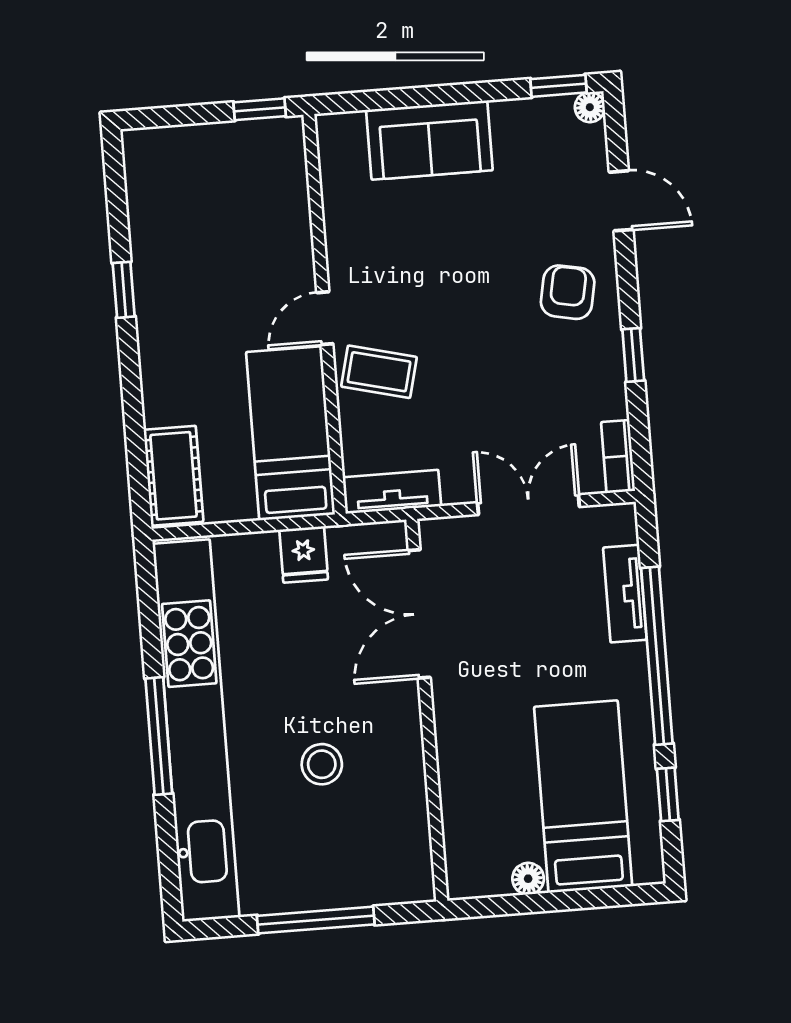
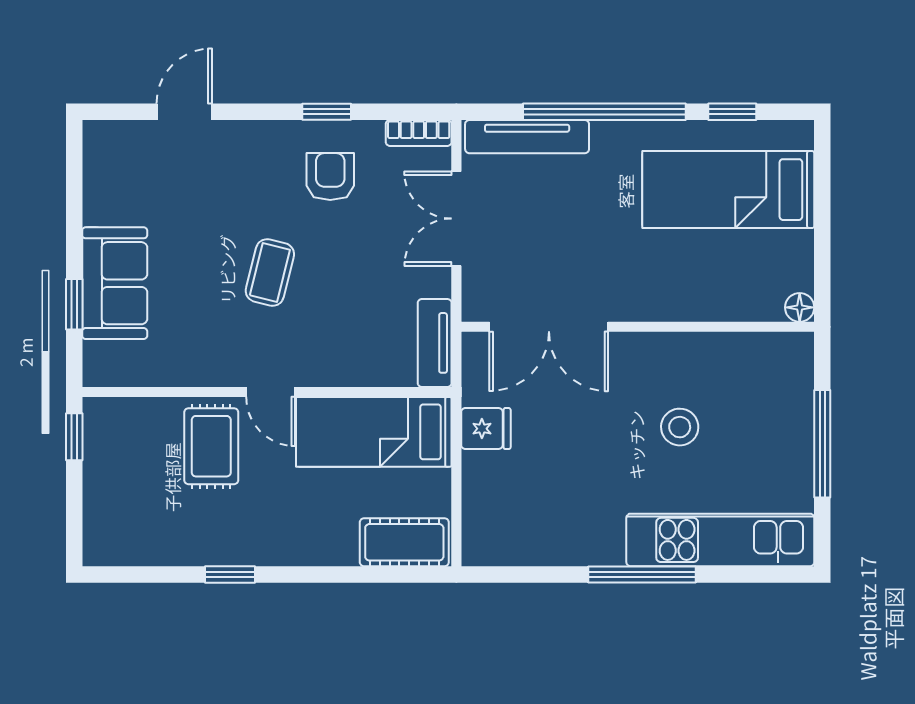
window: (558, 86) -> (74, 304), moved
floor lamp: (590, 107) -> (96, 134), removed
rug: (261, 259) -> (211, 446), added
armchair: (568, 292) -> (330, 177), moved, turned 79
coffee table: (379, 372) -> (270, 272), moved
tv unit: (625, 594) -> (527, 137), width x1.41
kitchen unit: (196, 731) -> (720, 540), width x0.54
floor lamp: (528, 879) -> (800, 307), moved

